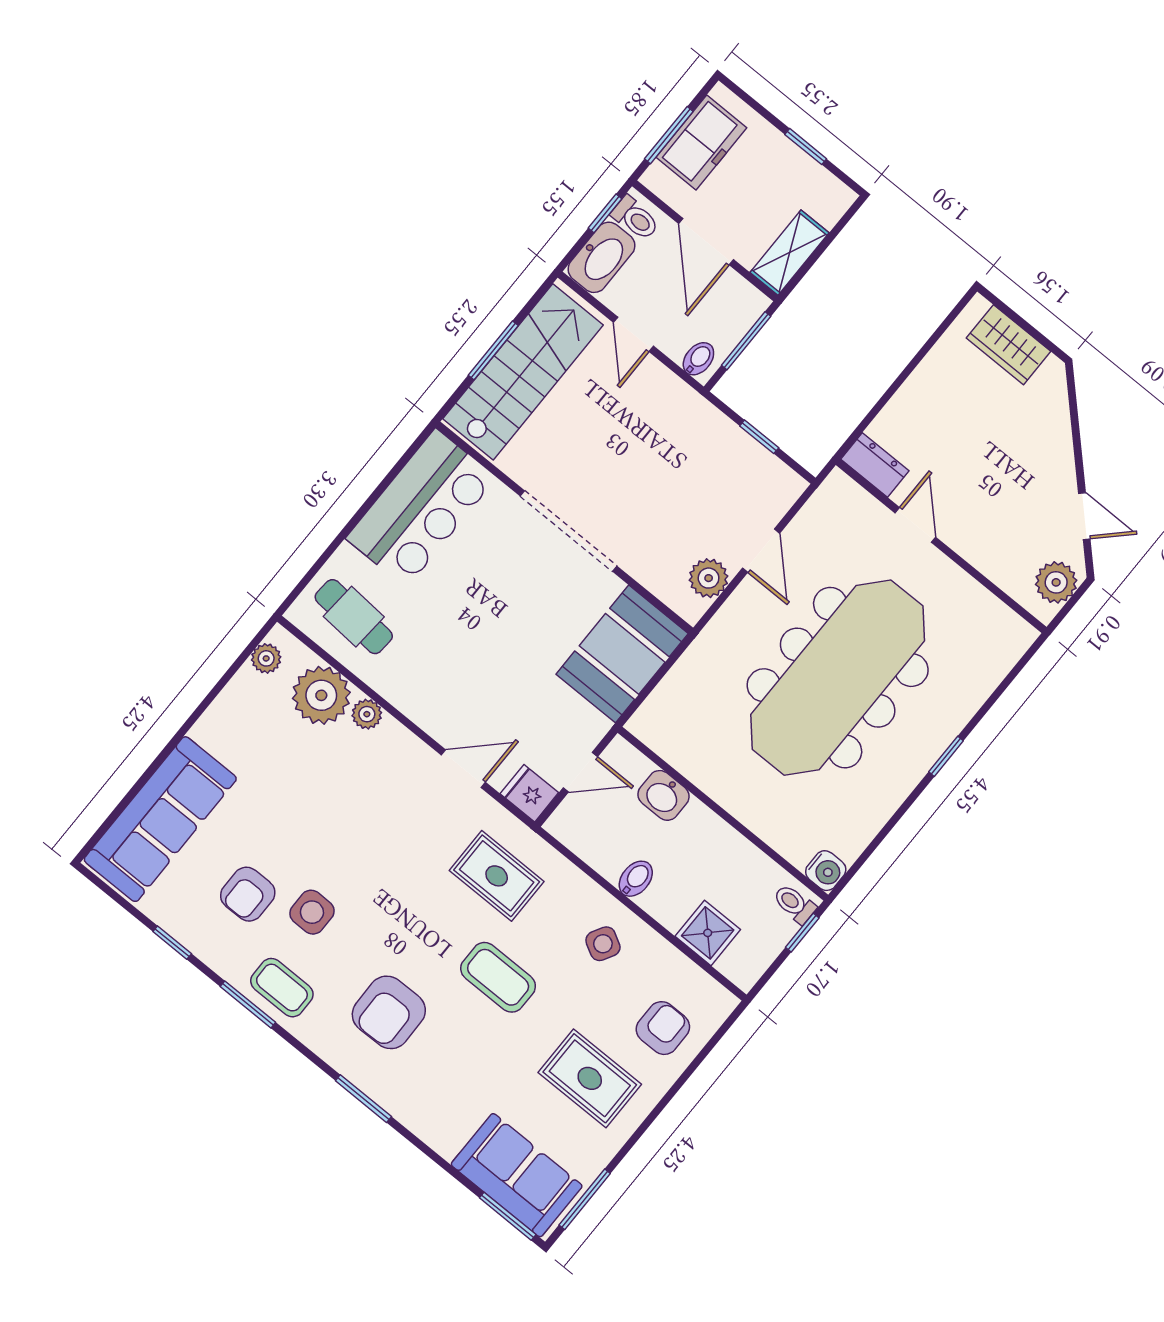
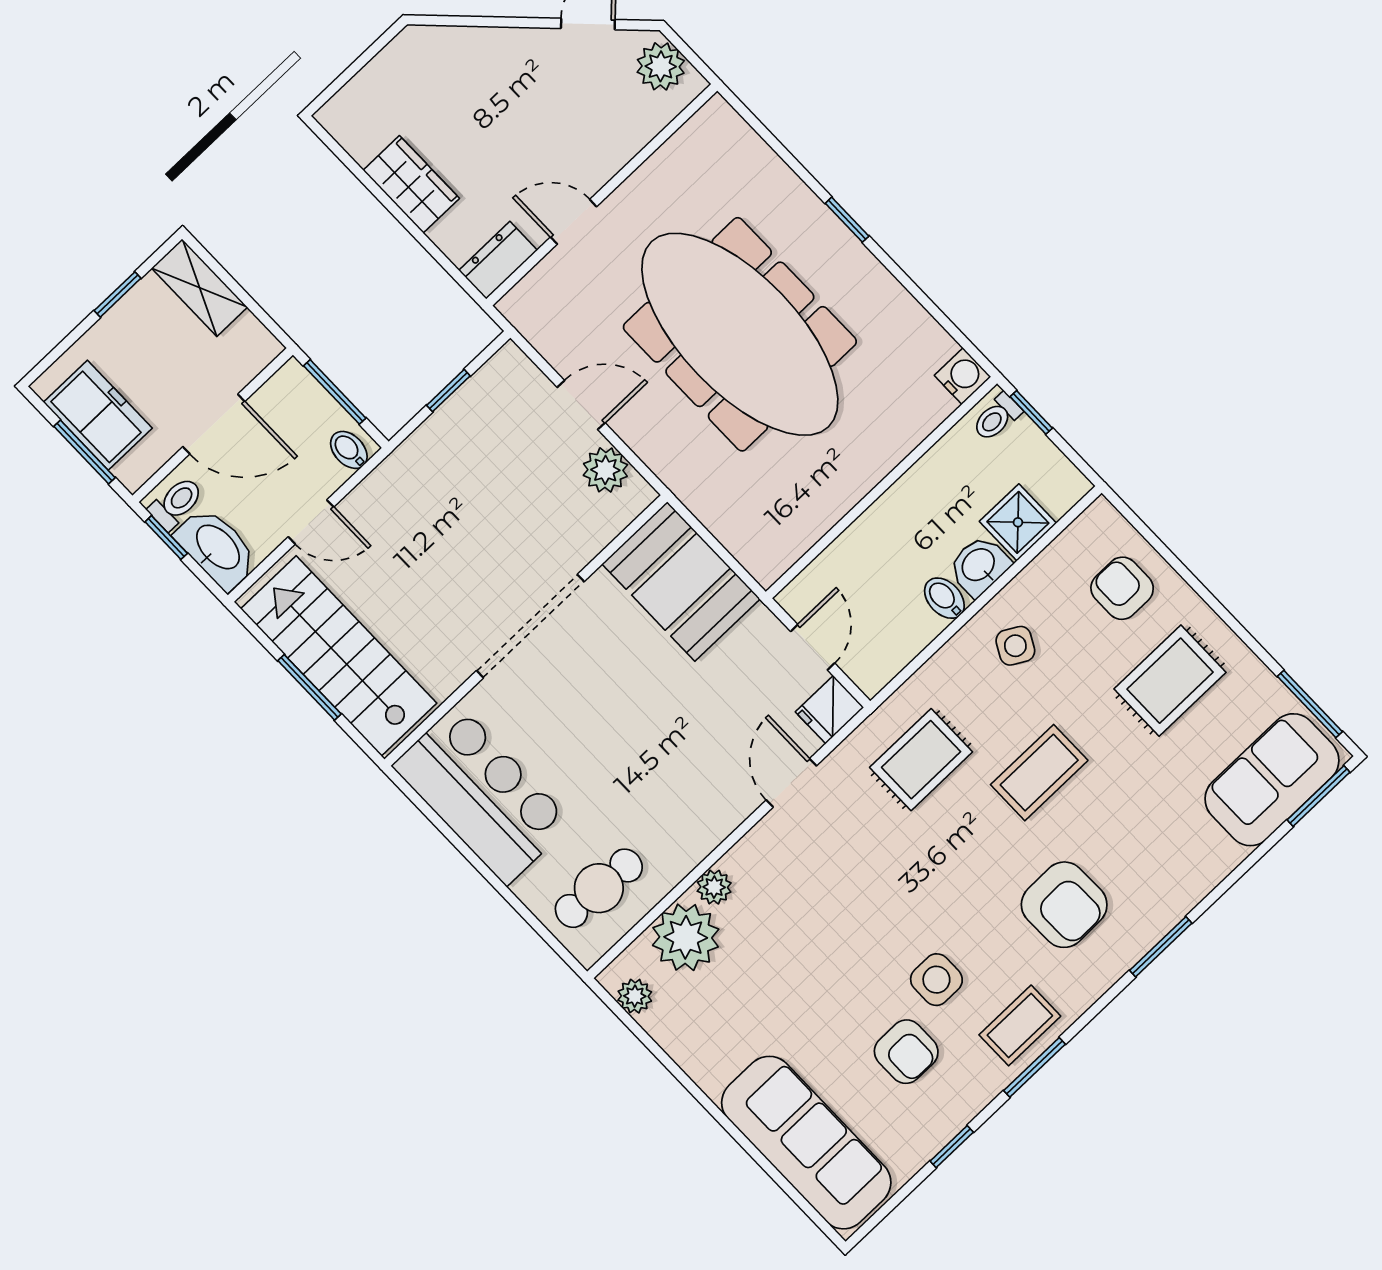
shelving: (790, 253) -> (200, 288), moved
wardrobe: (1009, 345) -> (411, 184), moved, turned -90
washbasin: (663, 795) -> (979, 566), moved, turned 180

